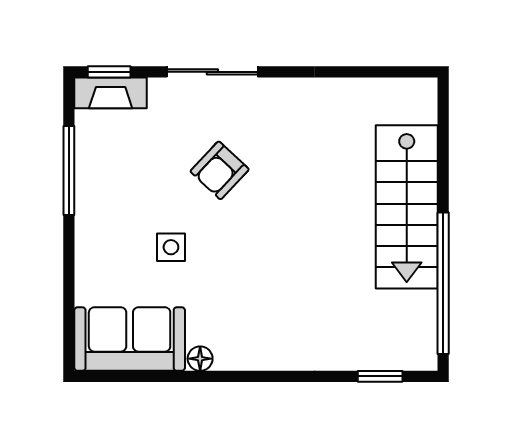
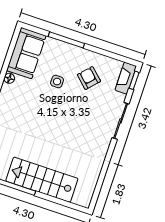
window: (69, 170) -> (66, 40), moved
armchair: (220, 170) -> (89, 78), moved

